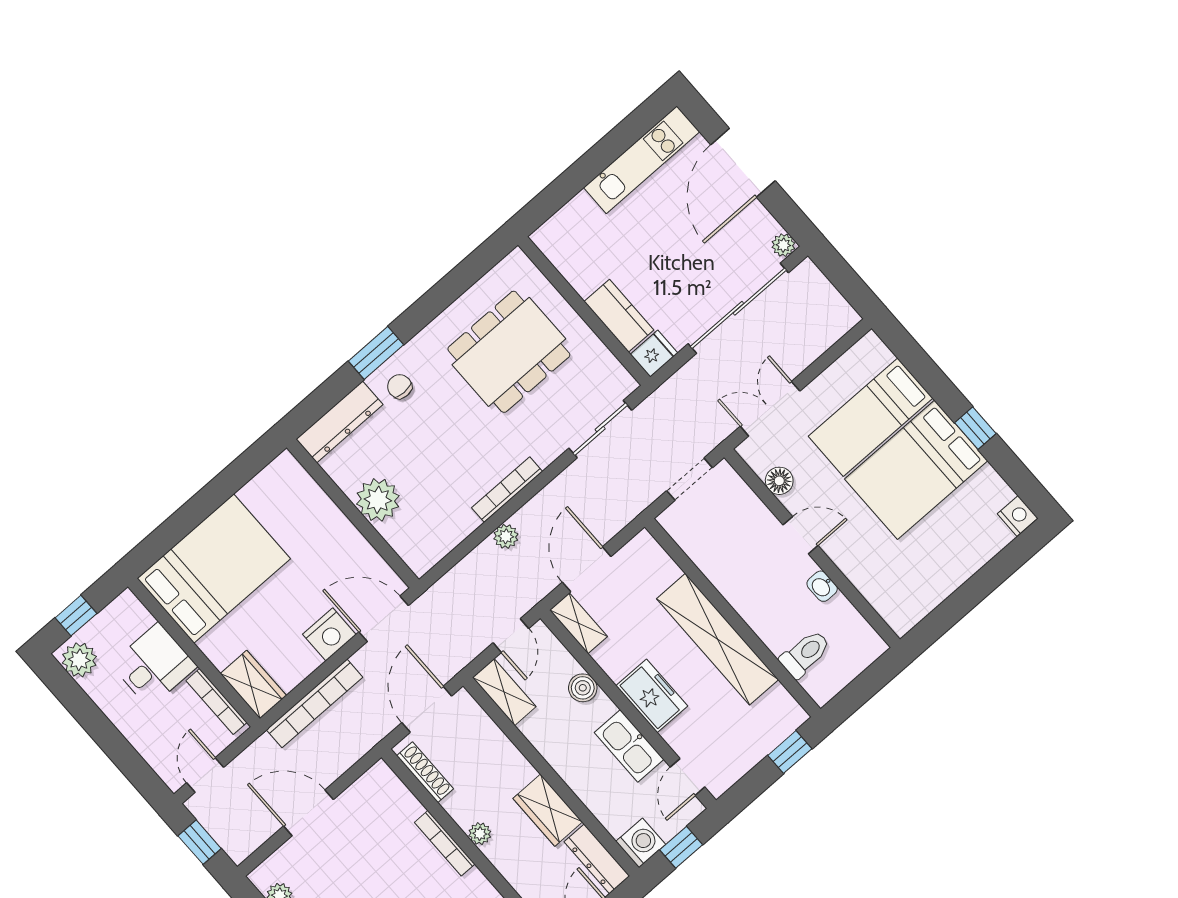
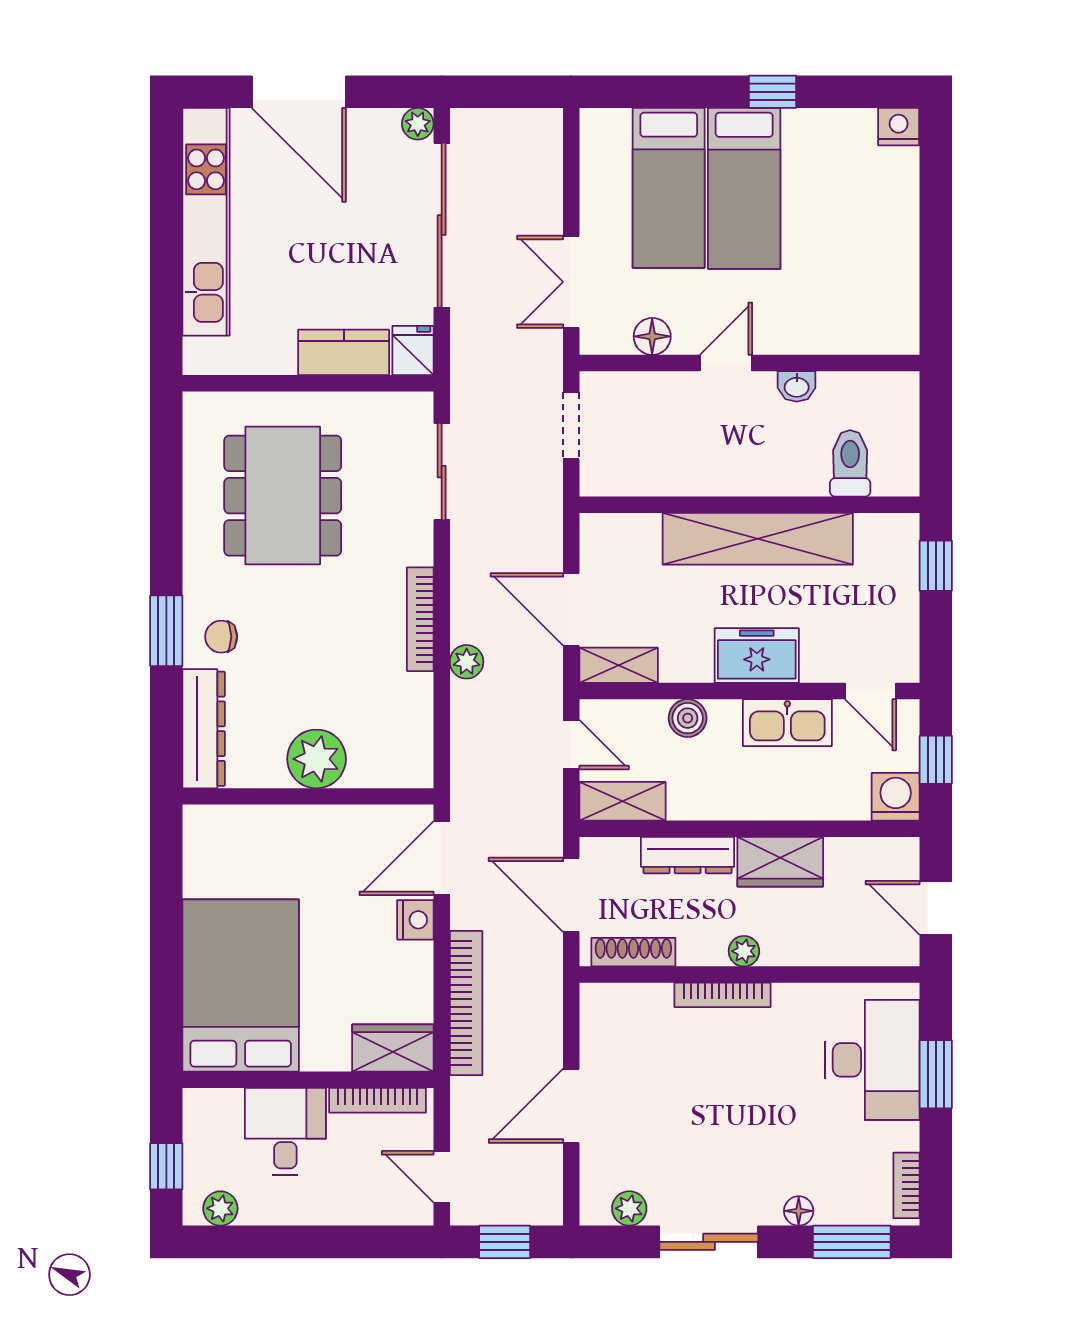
kitchen unit: (642, 160) -> (206, 222), width x1.36
bed: (916, 470) -> (744, 188), width x0.67
nightstand: (329, 634) -> (415, 920), width x0.74, depth x0.75
plant: (79, 660) -> (220, 1208), width x0.73, depth x0.73
dresser: (597, 859) -> (688, 855), moved

